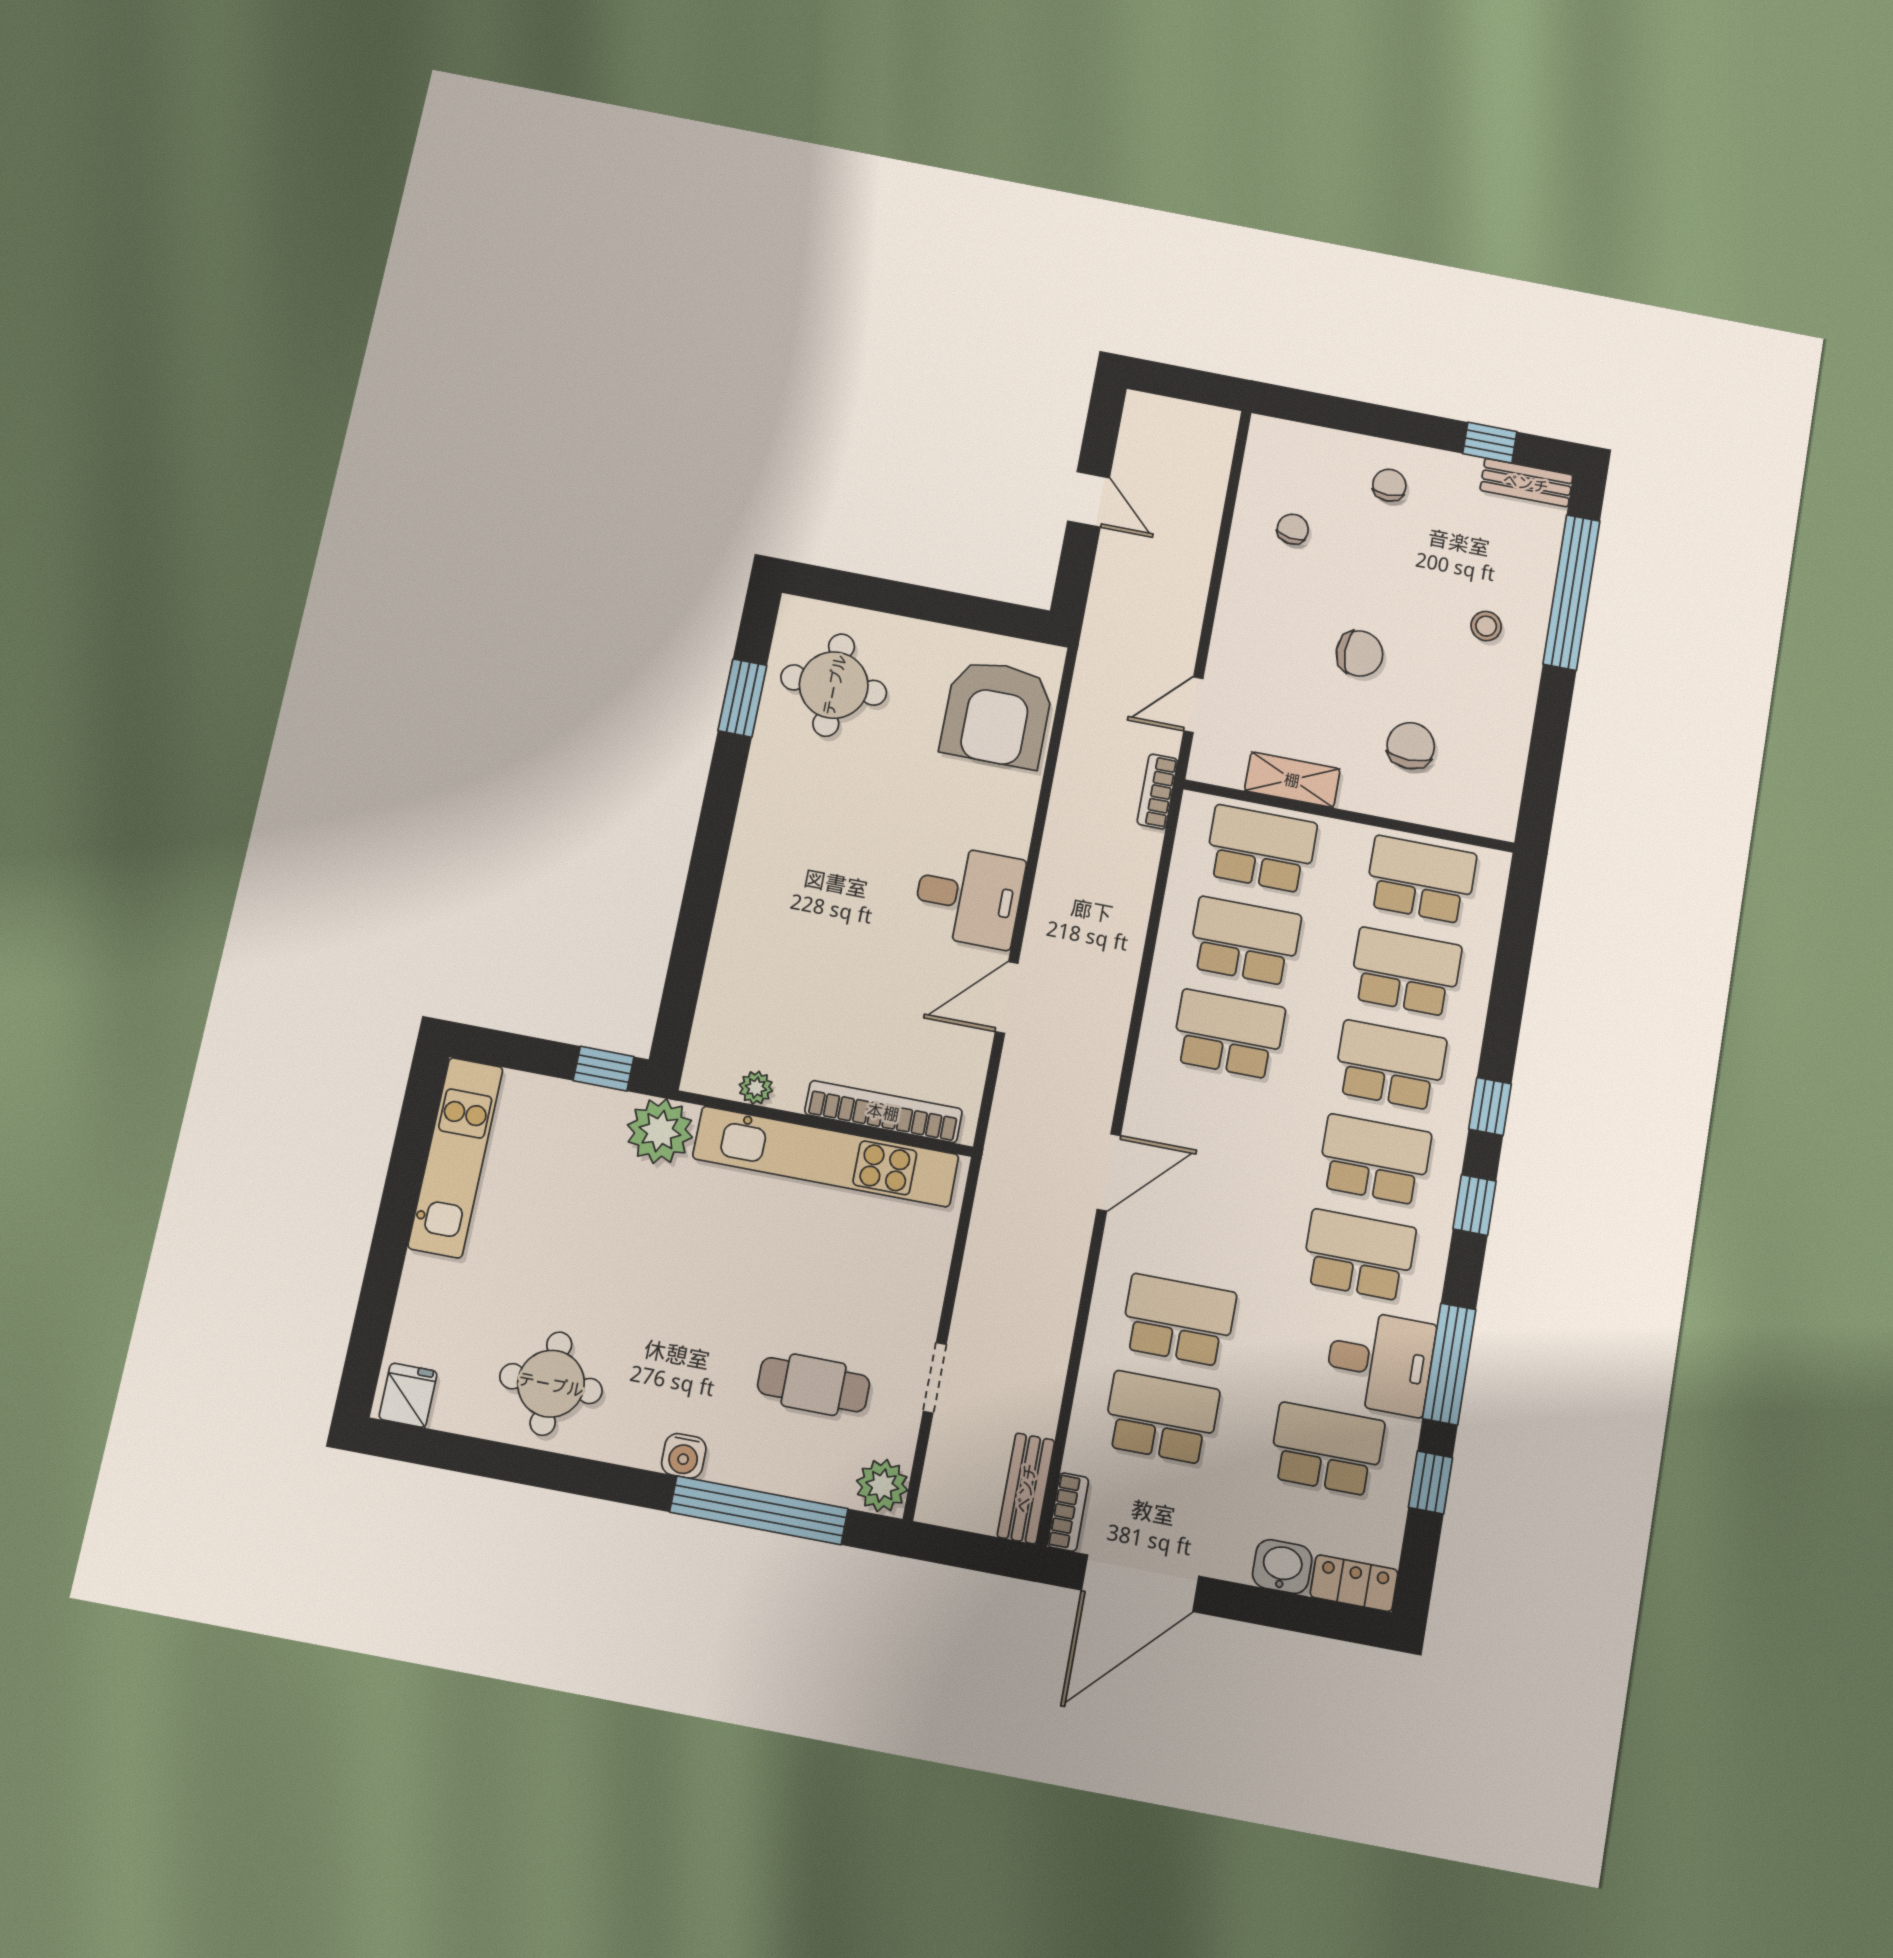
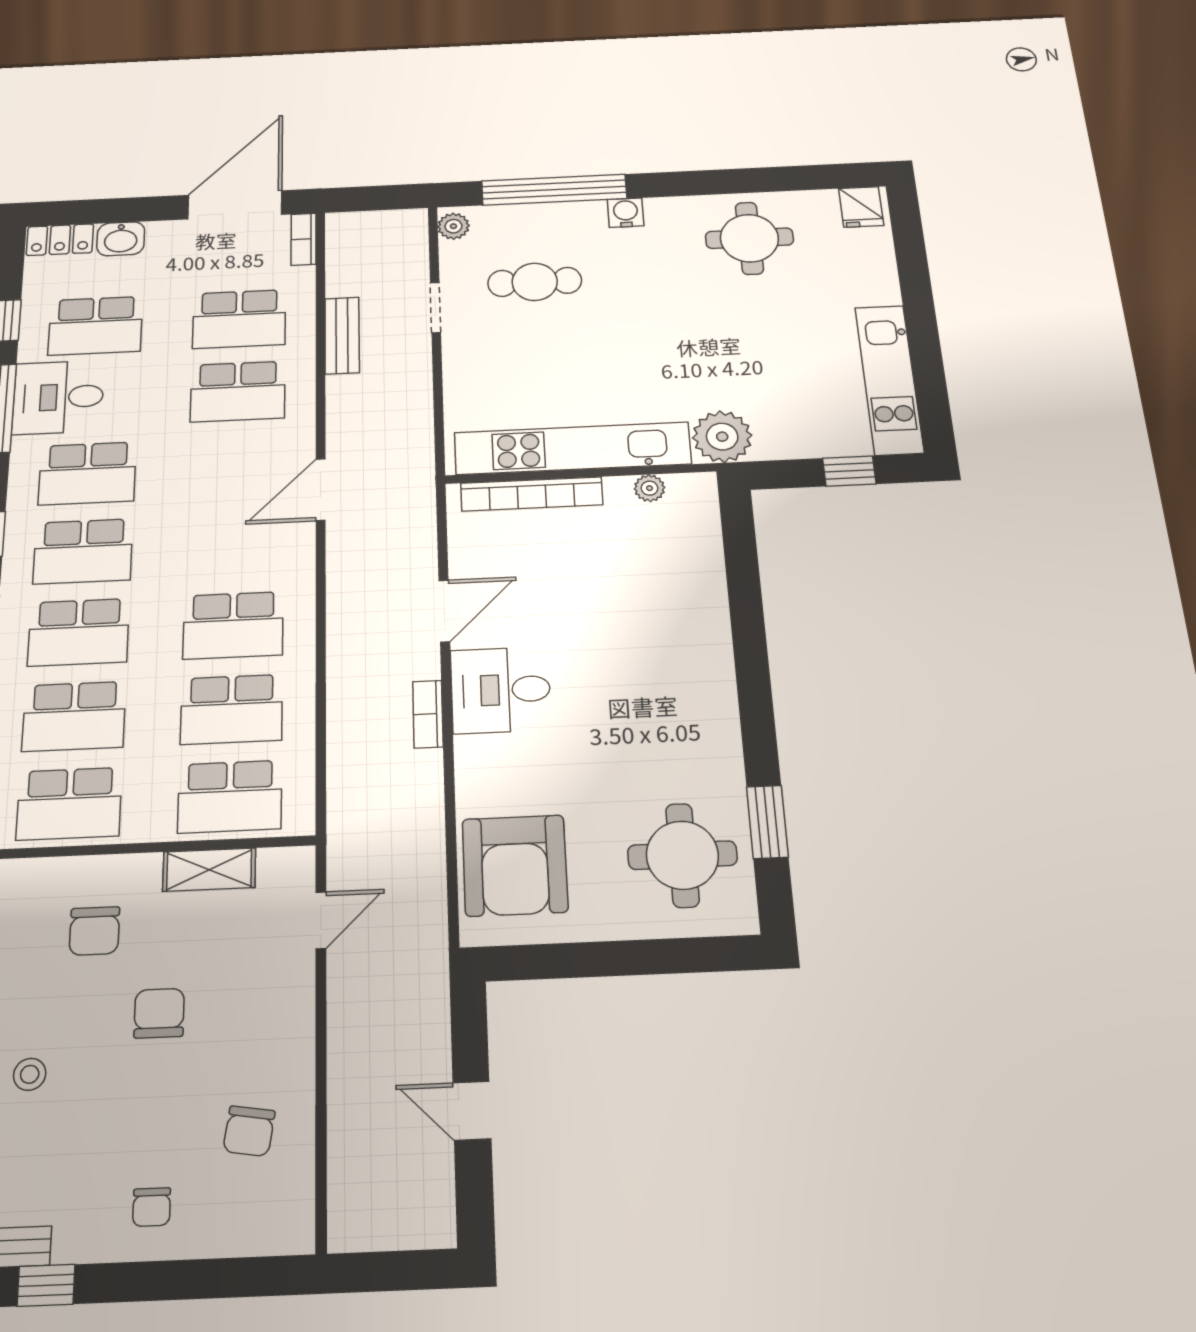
chair: (1293, 529) -> (249, 1131), width x1.37, depth x1.37
chair: (1360, 653) -> (159, 1013), turned 90
armchair: (997, 714) -> (515, 865), turned 180
bookcase: (1157, 791) -> (428, 714), moved, turned 180
window: (604, 1069) -> (849, 471), moved
plant: (882, 1486) -> (453, 226), width x0.73, depth x0.73
bench: (1026, 1488) -> (342, 335), moved

